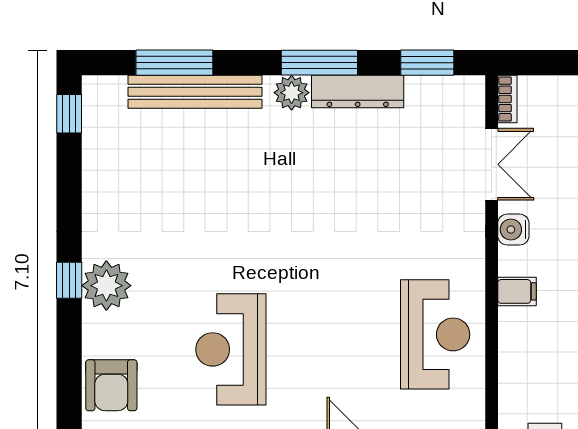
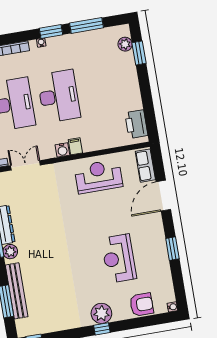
water cooler: (513, 230) -> (62, 150), moved
reception desk: (231, 349) -> (119, 258), turned 90

